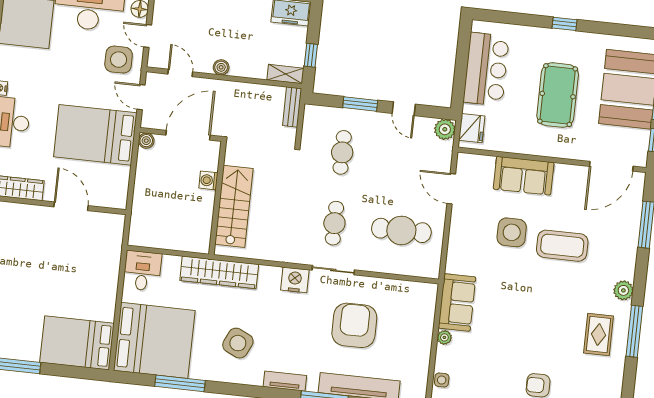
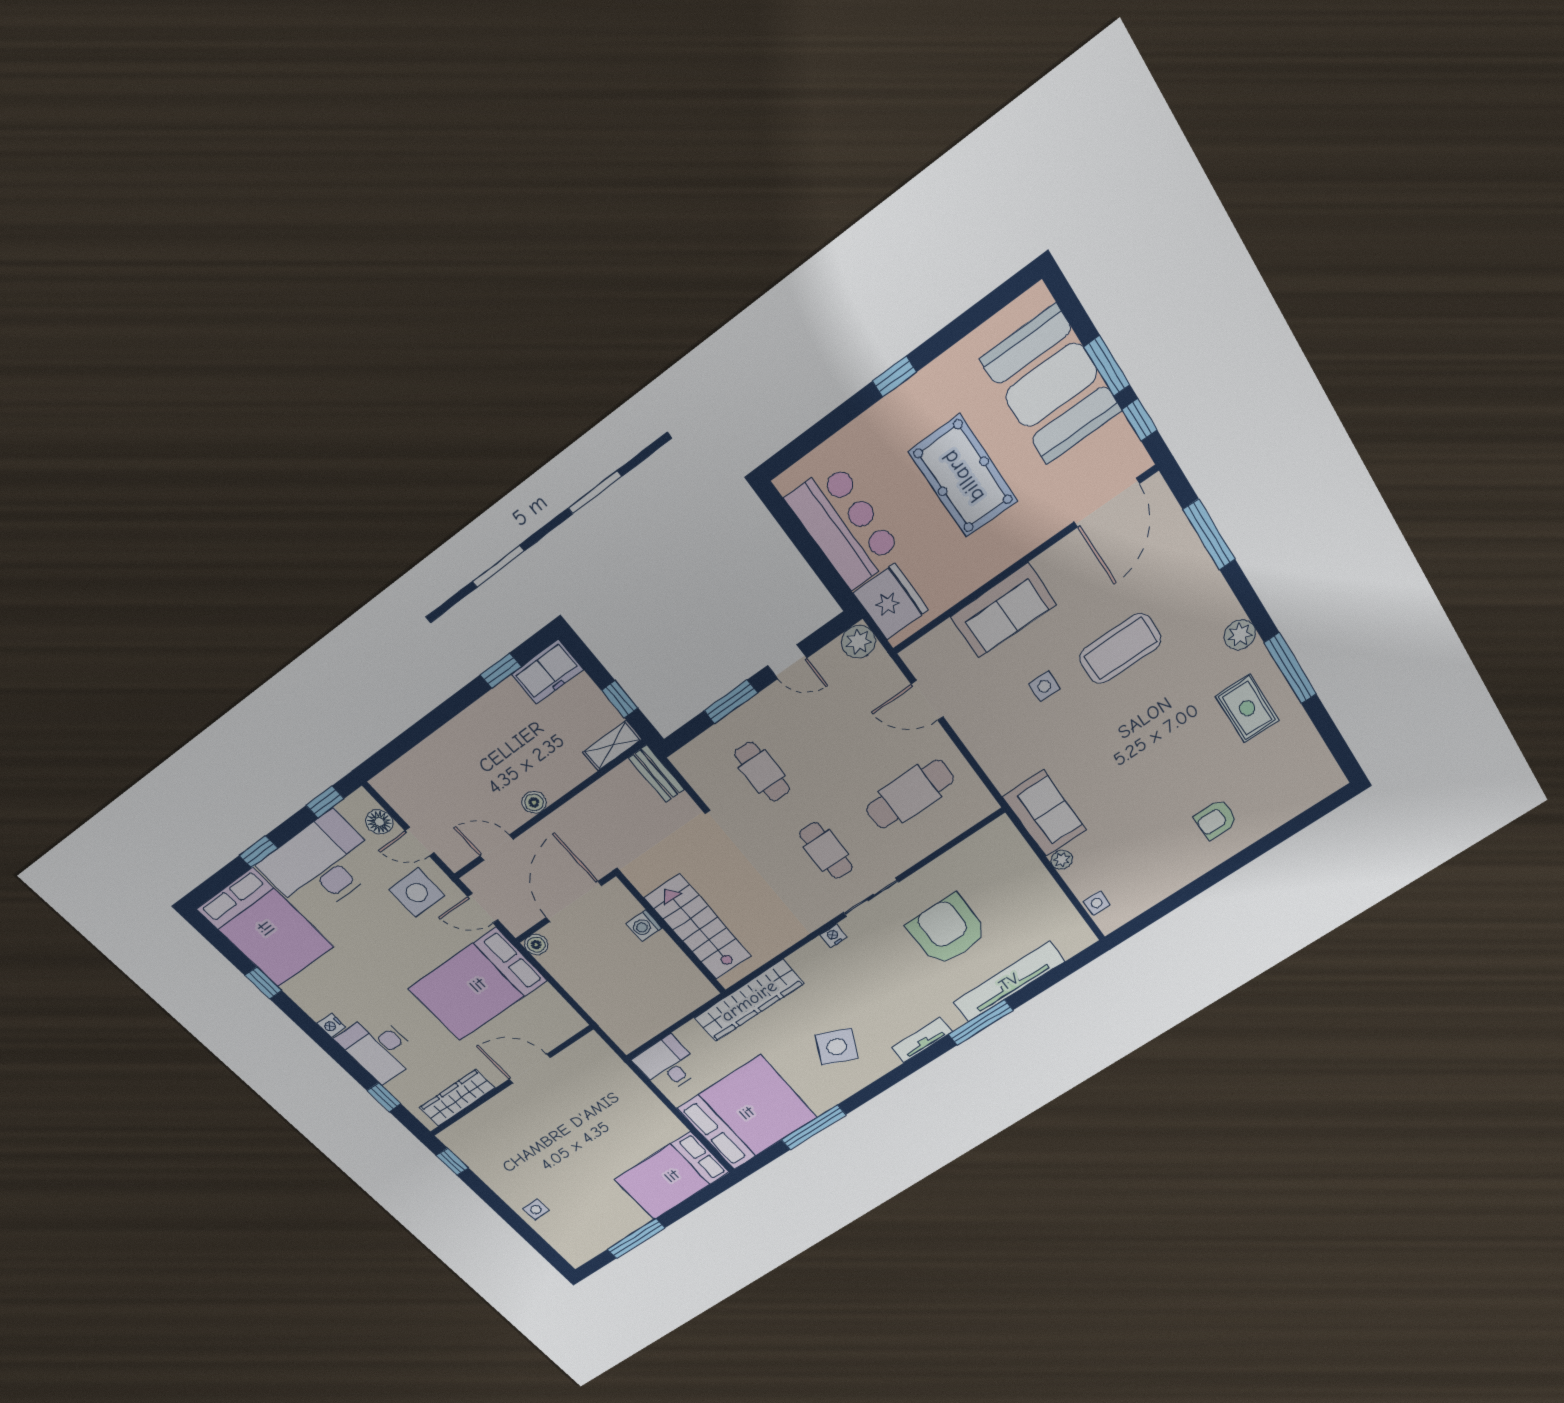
fridge: (472, 128) -> (891, 602), width x1.36, depth x1.34
side table: (512, 232) -> (1044, 686), width x0.54, depth x0.54
nightstand: (295, 280) -> (833, 936), width x0.53, depth x0.56

